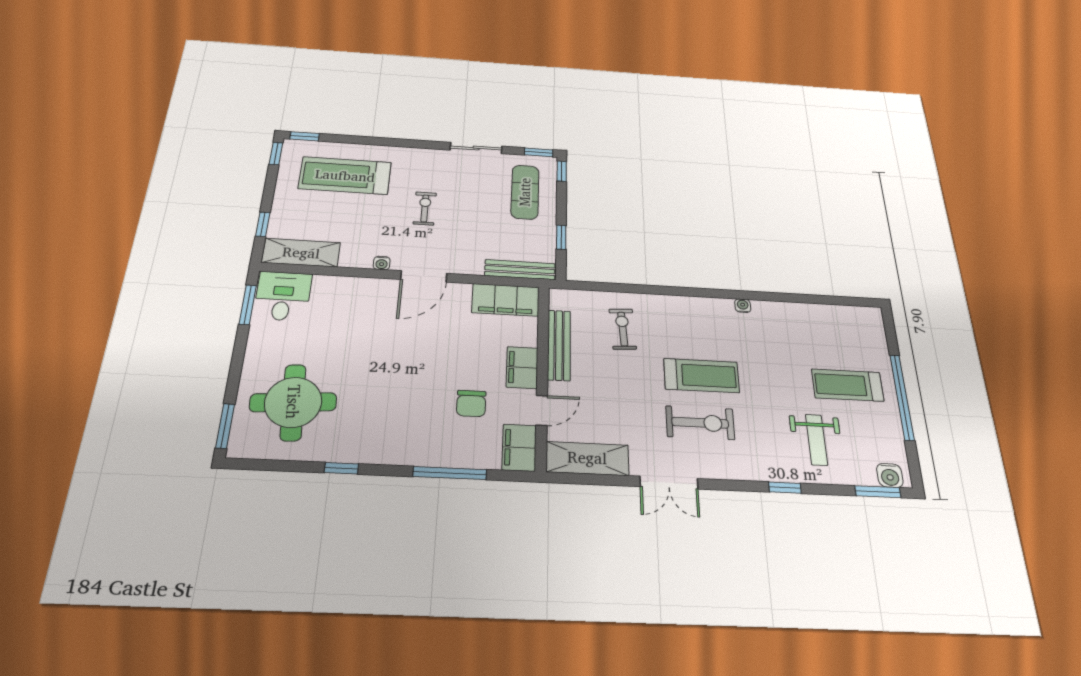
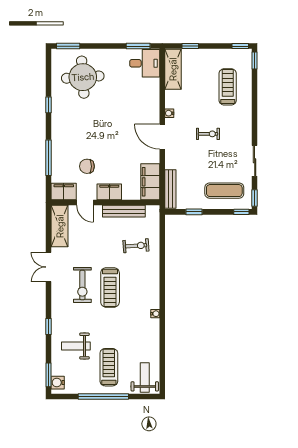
treadmill: (345, 176) -> (228, 87), width x0.73, depth x0.73
weight bench: (857, 328) -> (145, 378), added

